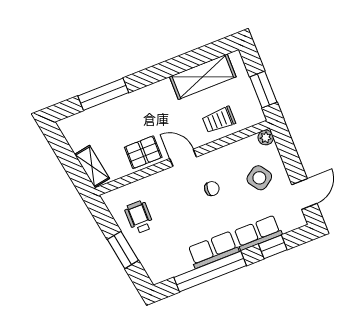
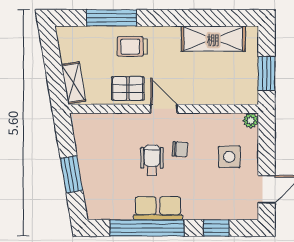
trolley: (219, 120) -> (132, 46), moved
side table: (259, 178) -> (229, 157), turned 35
wheelchair: (139, 217) -> (152, 160), moved
row of seats: (258, 233) -> (207, 209), removed

